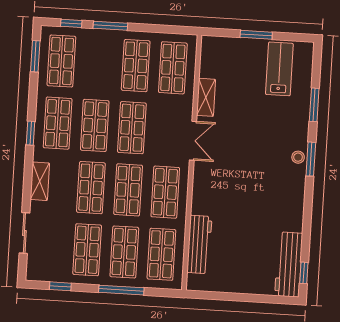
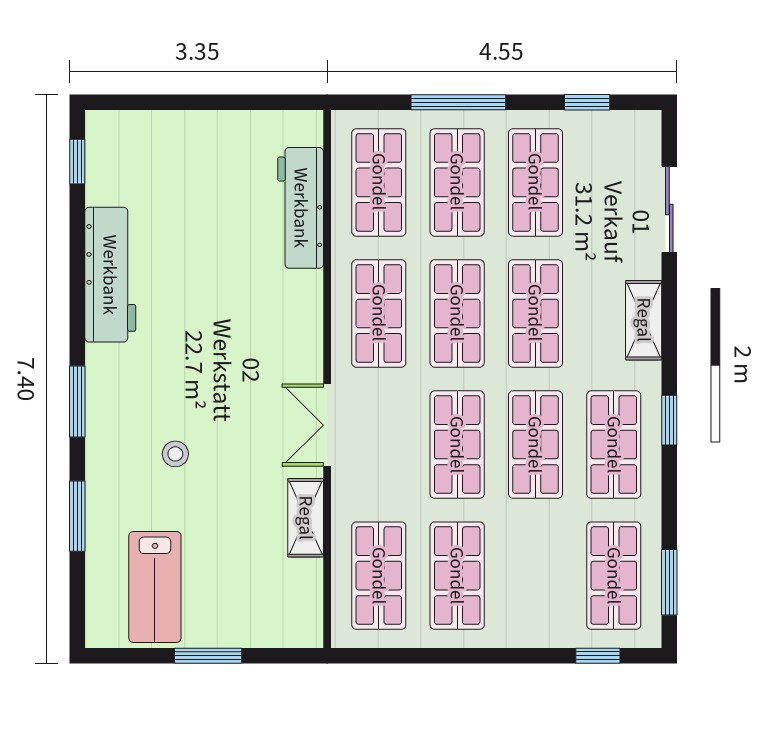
window: (110, 26) -> (515, 656), removed
stool: (298, 157) -> (175, 454), moved
workbench: (289, 264) -> (110, 275), moved

